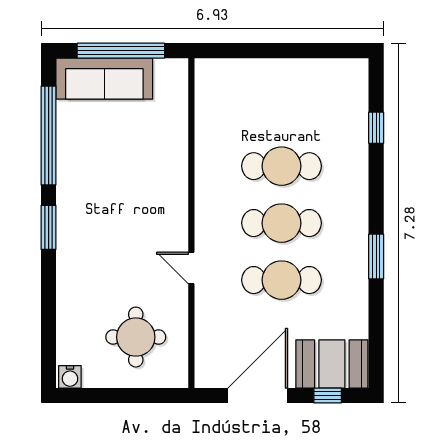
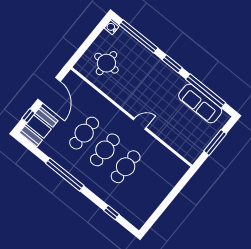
window: (121, 51) -> (215, 142), width x0.68
sofa: (104, 79) -> (200, 103), moved, turned -90
window: (376, 256) -> (65, 174), width x2.11
door: (191, 268) -> (140, 124), moved
window: (49, 320) -> (138, 36), added

